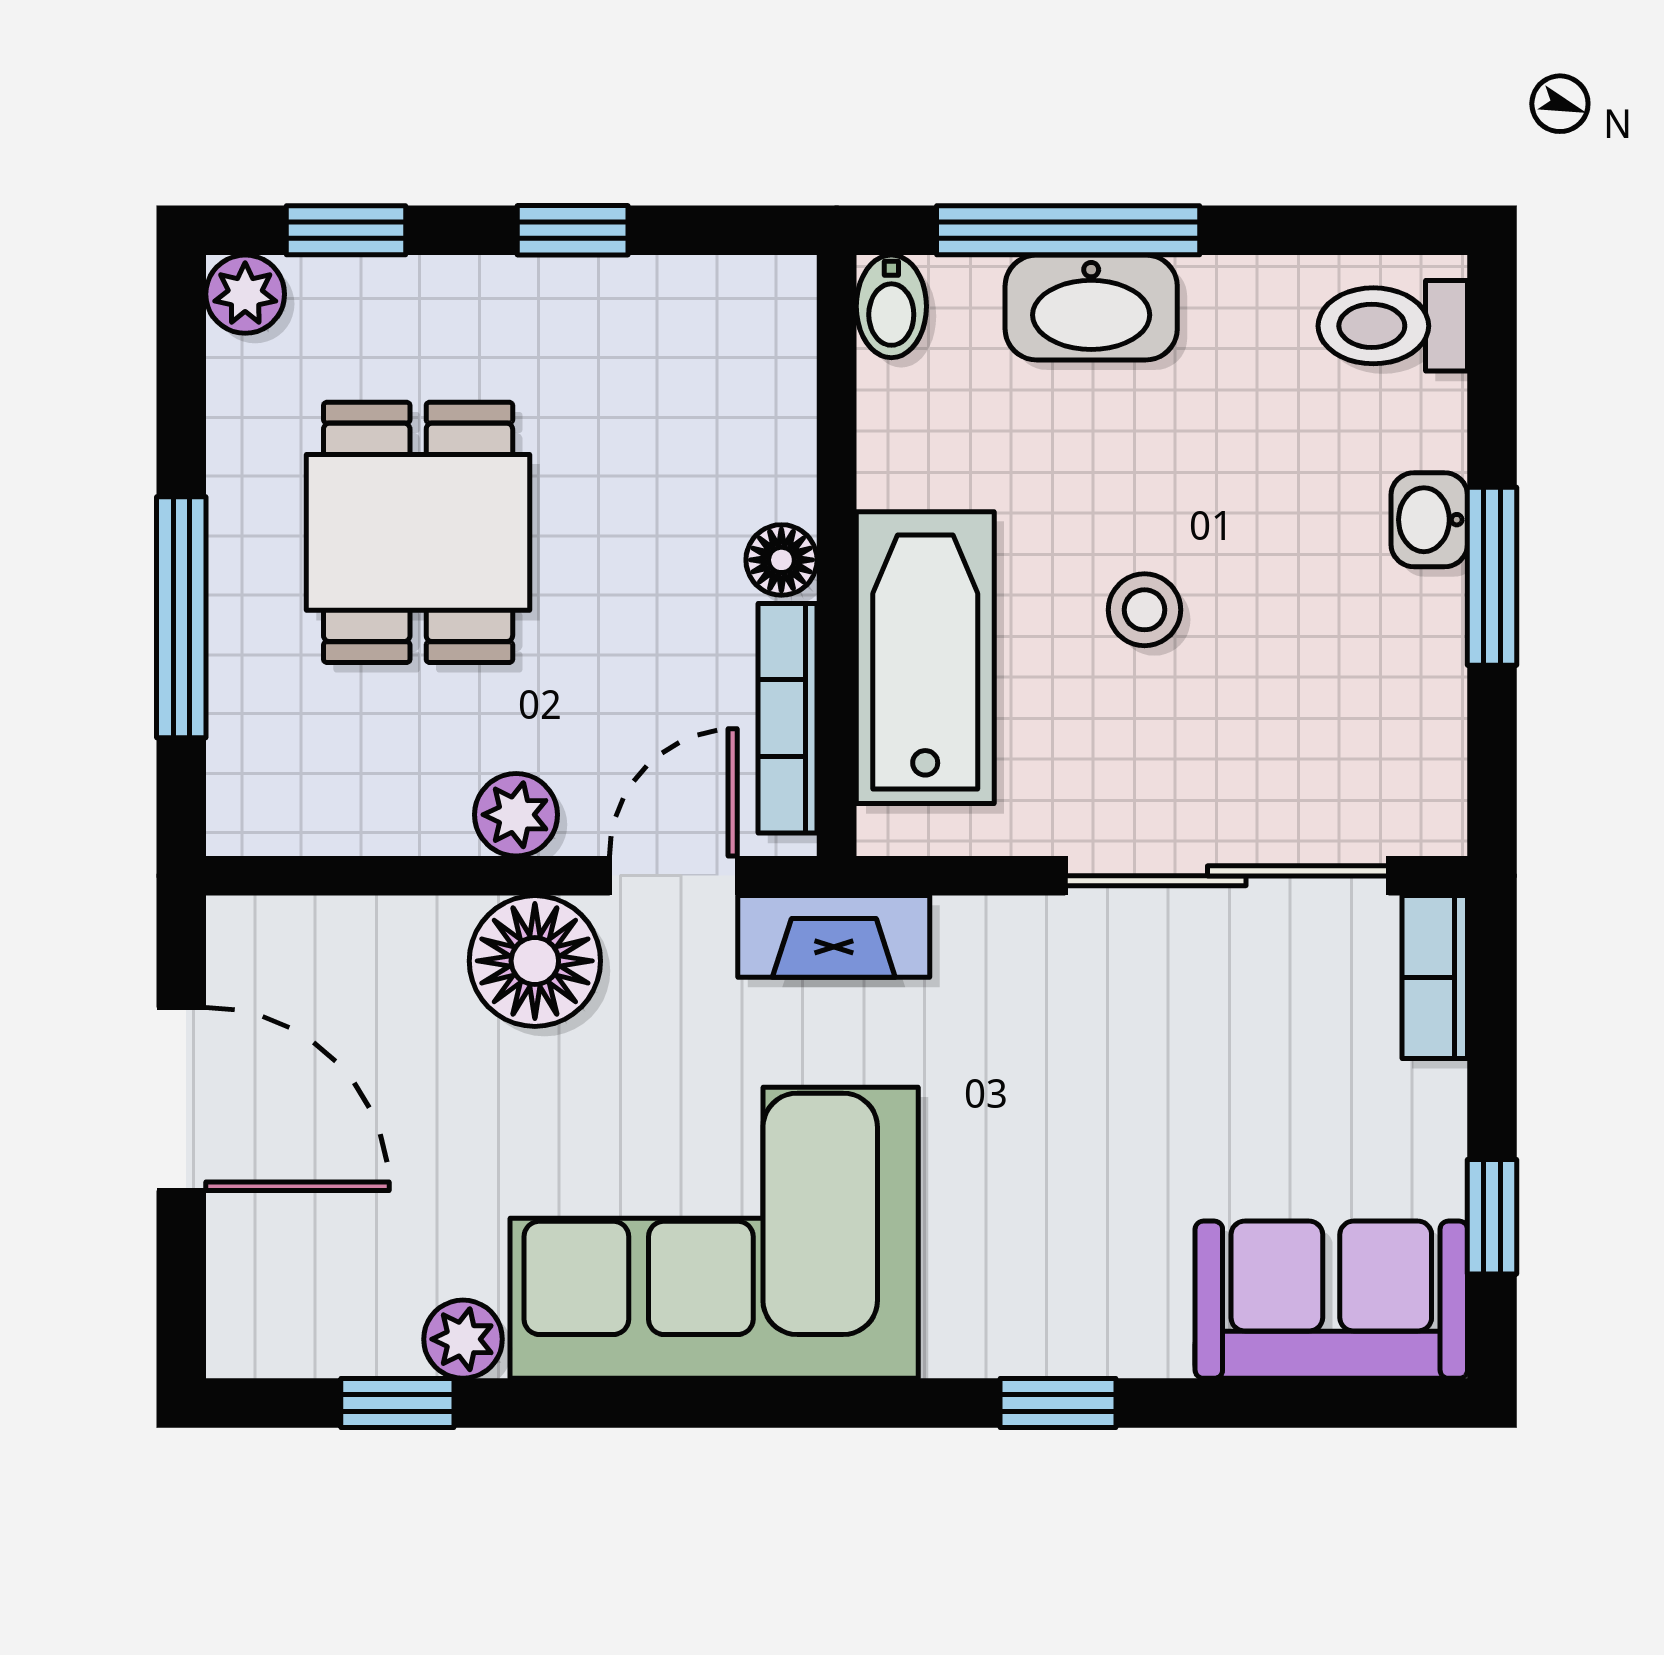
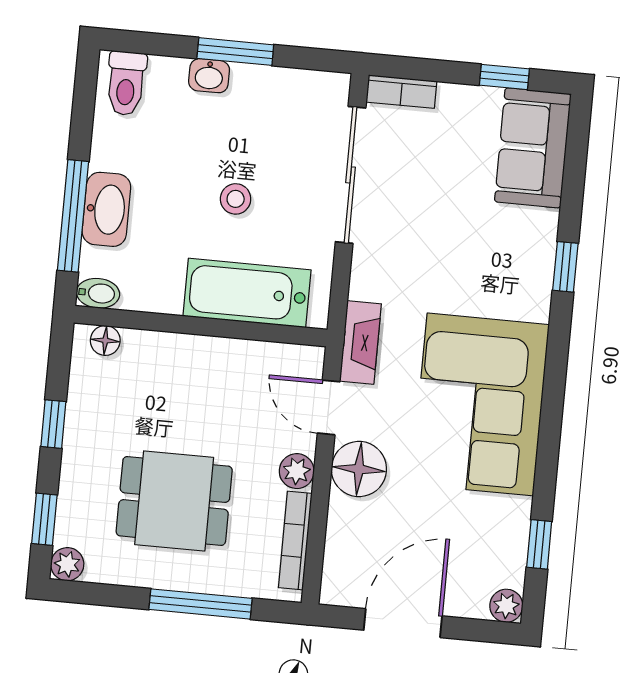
floor lamp: (781, 560) -> (105, 340), moved
bookcase: (788, 718) -> (295, 541), moved, turned 90
plant: (463, 1339) -> (506, 606), moved

